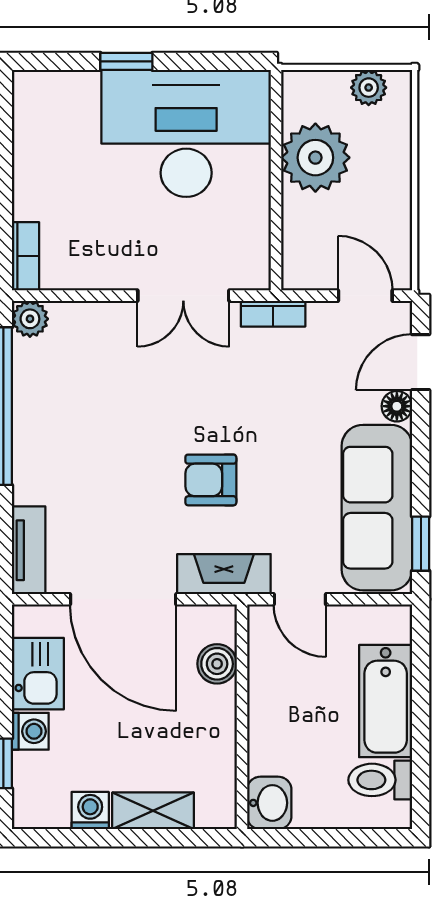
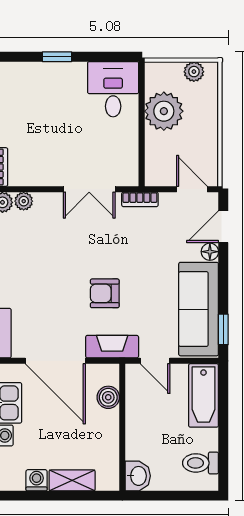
desk: (186, 133) -> (113, 89), width x0.53, depth x0.77
plant: (67, 317) -> (24, 201), added
bathtub: (386, 701) -> (204, 395), moved

